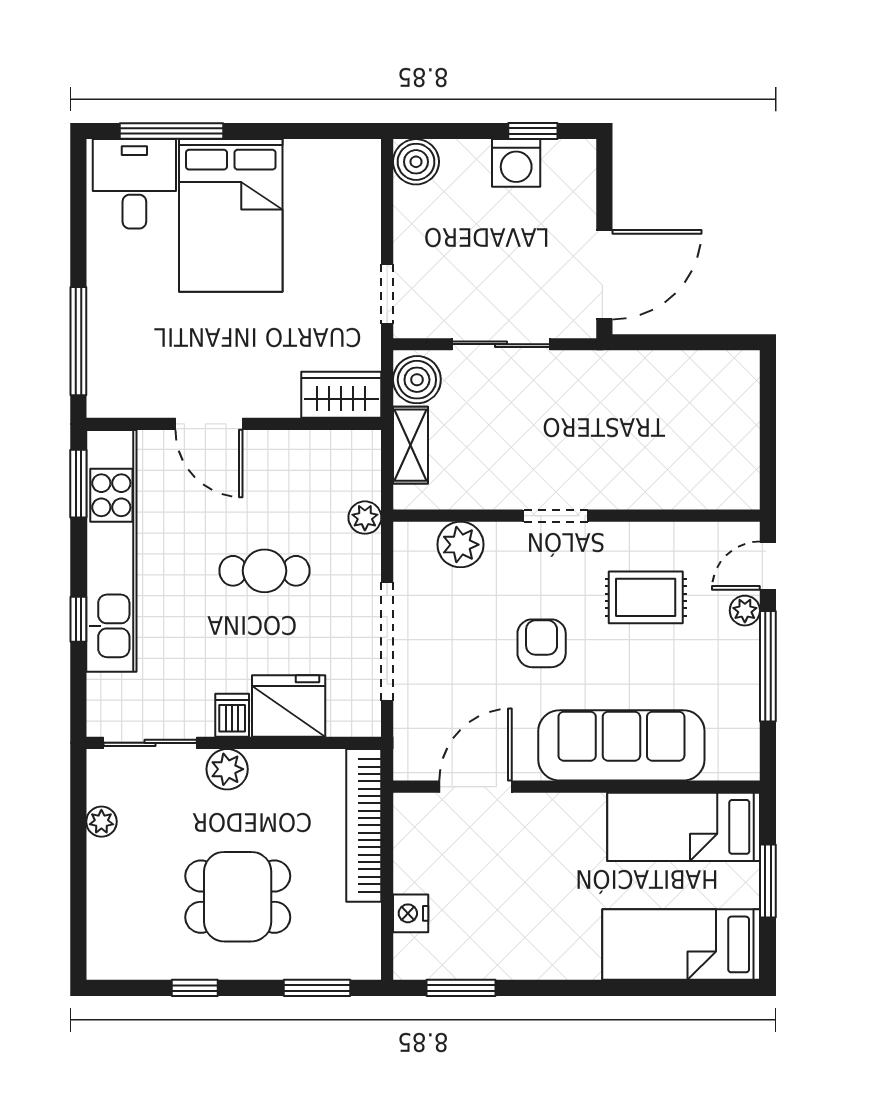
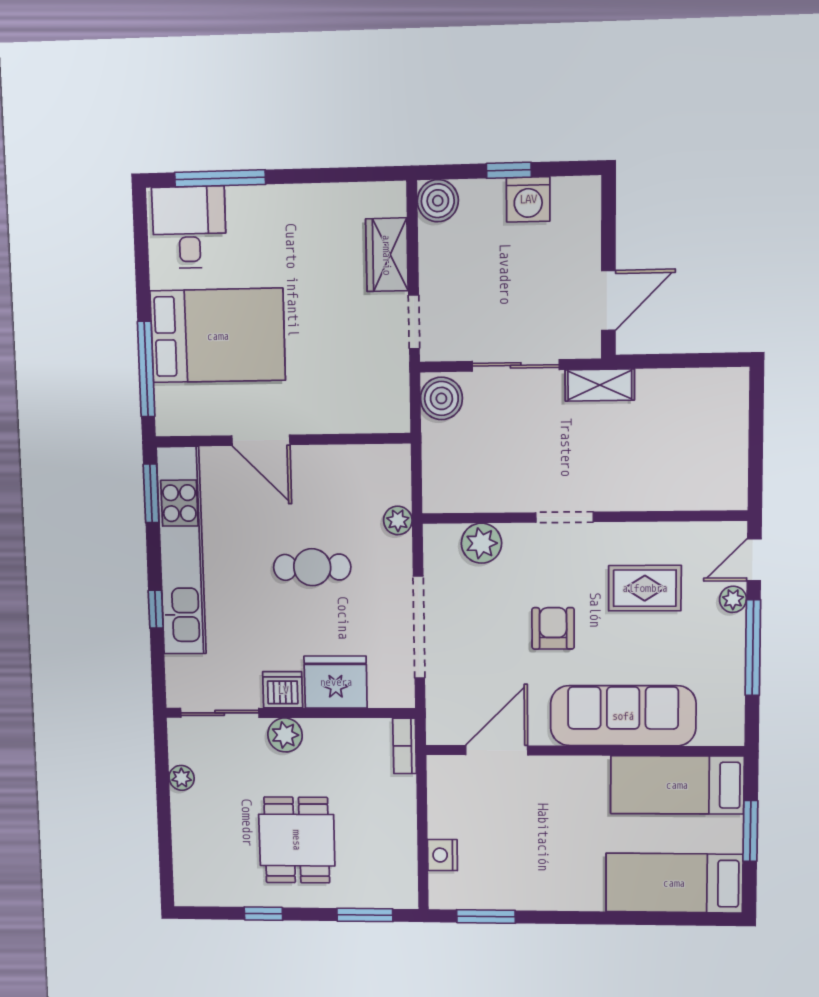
window: (533, 131) -> (509, 170), moved
bed: (231, 215) -> (218, 336), moved, turned -90
door: (604, 275) -> (608, 300), width x0.73
wardrobe: (341, 395) -> (387, 255), moved, turned -90
shelving: (411, 445) -> (600, 385), moved, turned 90
dishwasher: (232, 715) -> (283, 690), width x1.38
bookcase: (364, 825) -> (405, 746), width x0.43, depth x0.76
dining table: (238, 897) -> (297, 840), turned 90

